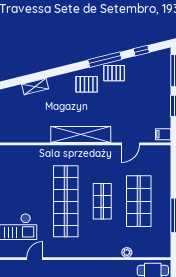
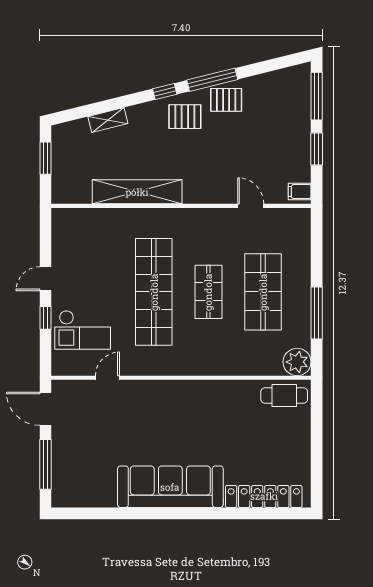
window: (141, 51) -> (165, 91), moved
shelving: (81, 134) -> (137, 192), moved
door: (131, 144) -> (251, 206), swing flipped
plant: (127, 252) -> (297, 362), moved, width x1.87, depth x1.87

